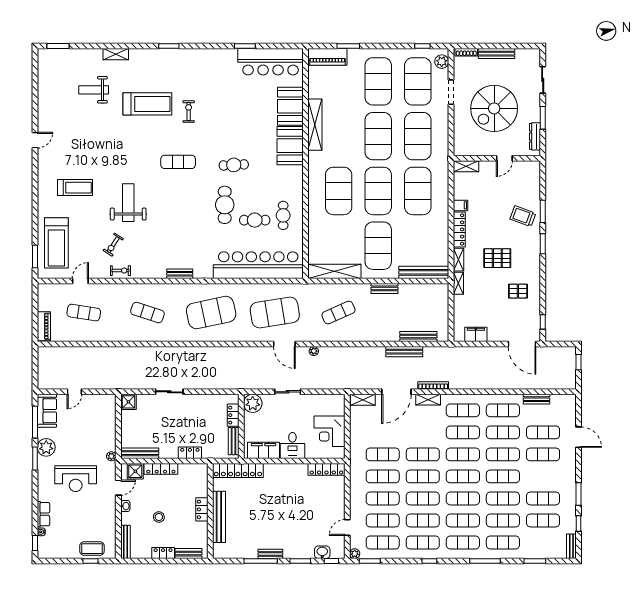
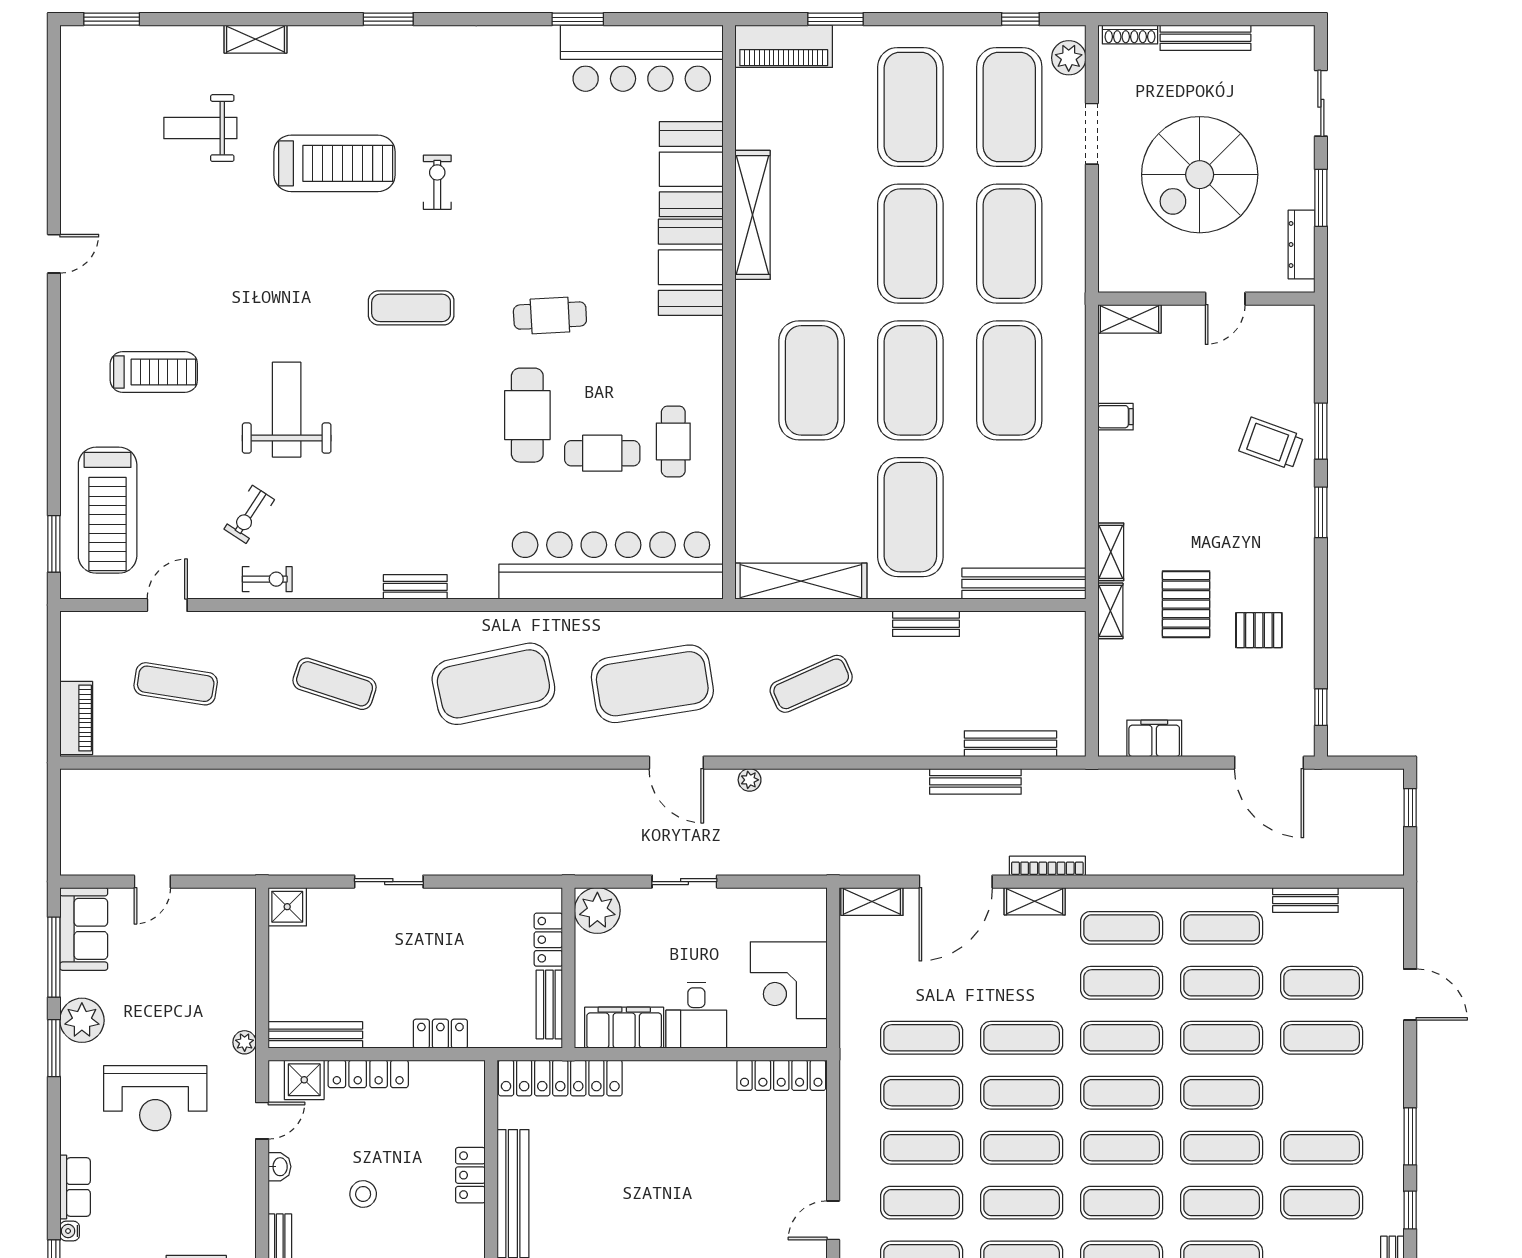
locker: (459, 229) -> (1112, 477), removed
pallet: (497, 258) -> (1186, 604), moved, turned 90

